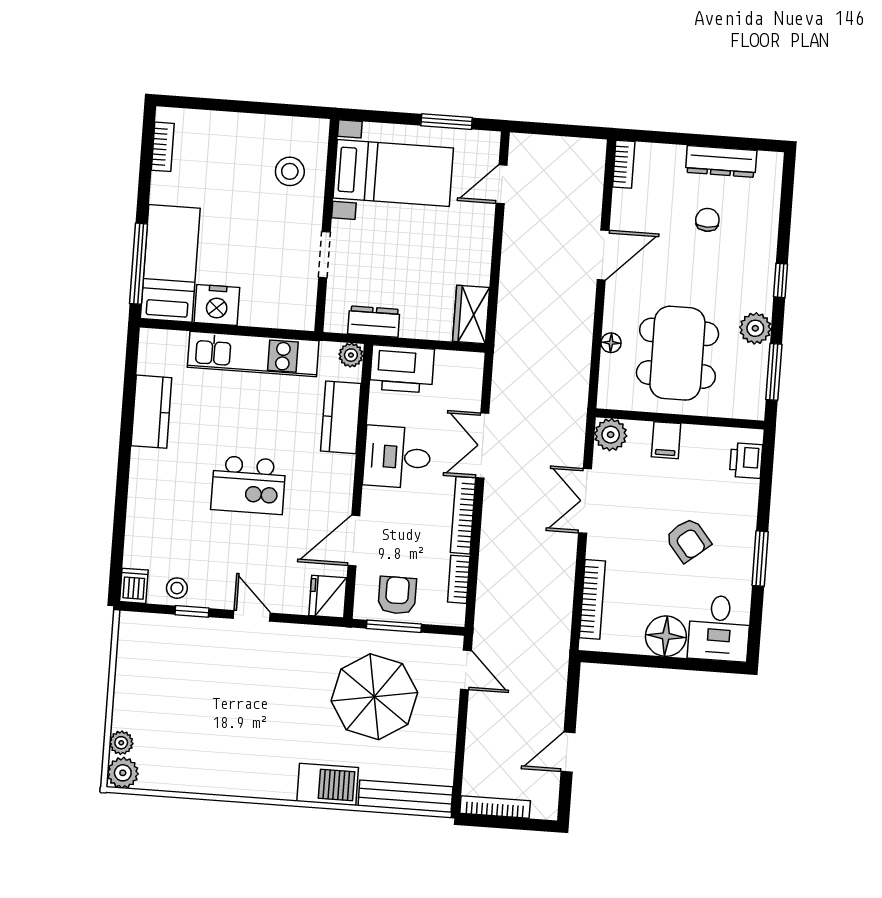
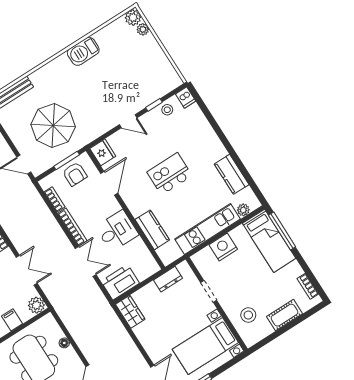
cot: (233, 129) -> (285, 315), added
nightstand: (217, 305) -> (223, 247), moved
plant: (351, 355) -> (243, 210), moved
printer: (402, 369) -> (120, 282), moved
barbecue: (328, 784) -> (83, 51), moved

